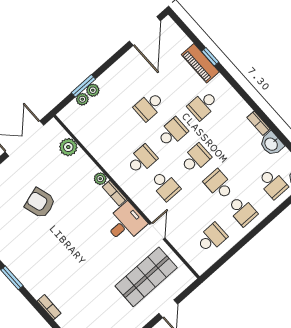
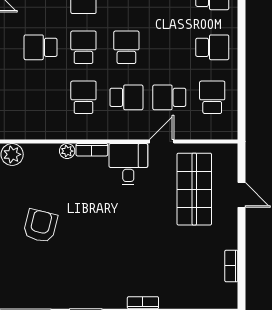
school desk: (149, 106) -> (41, 47), turned 90
school desk: (219, 185) -> (169, 97), moved
armchair: (40, 203) -> (40, 226), turned 121
door: (157, 231) -> (162, 142), hinge flipped

